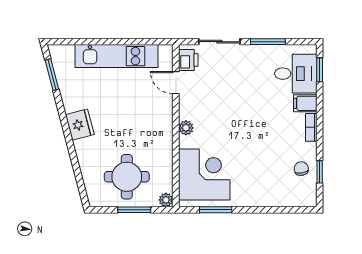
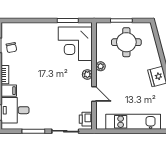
door: (176, 83) -> (94, 94), moved
plant: (166, 200) -> (101, 66), moved

